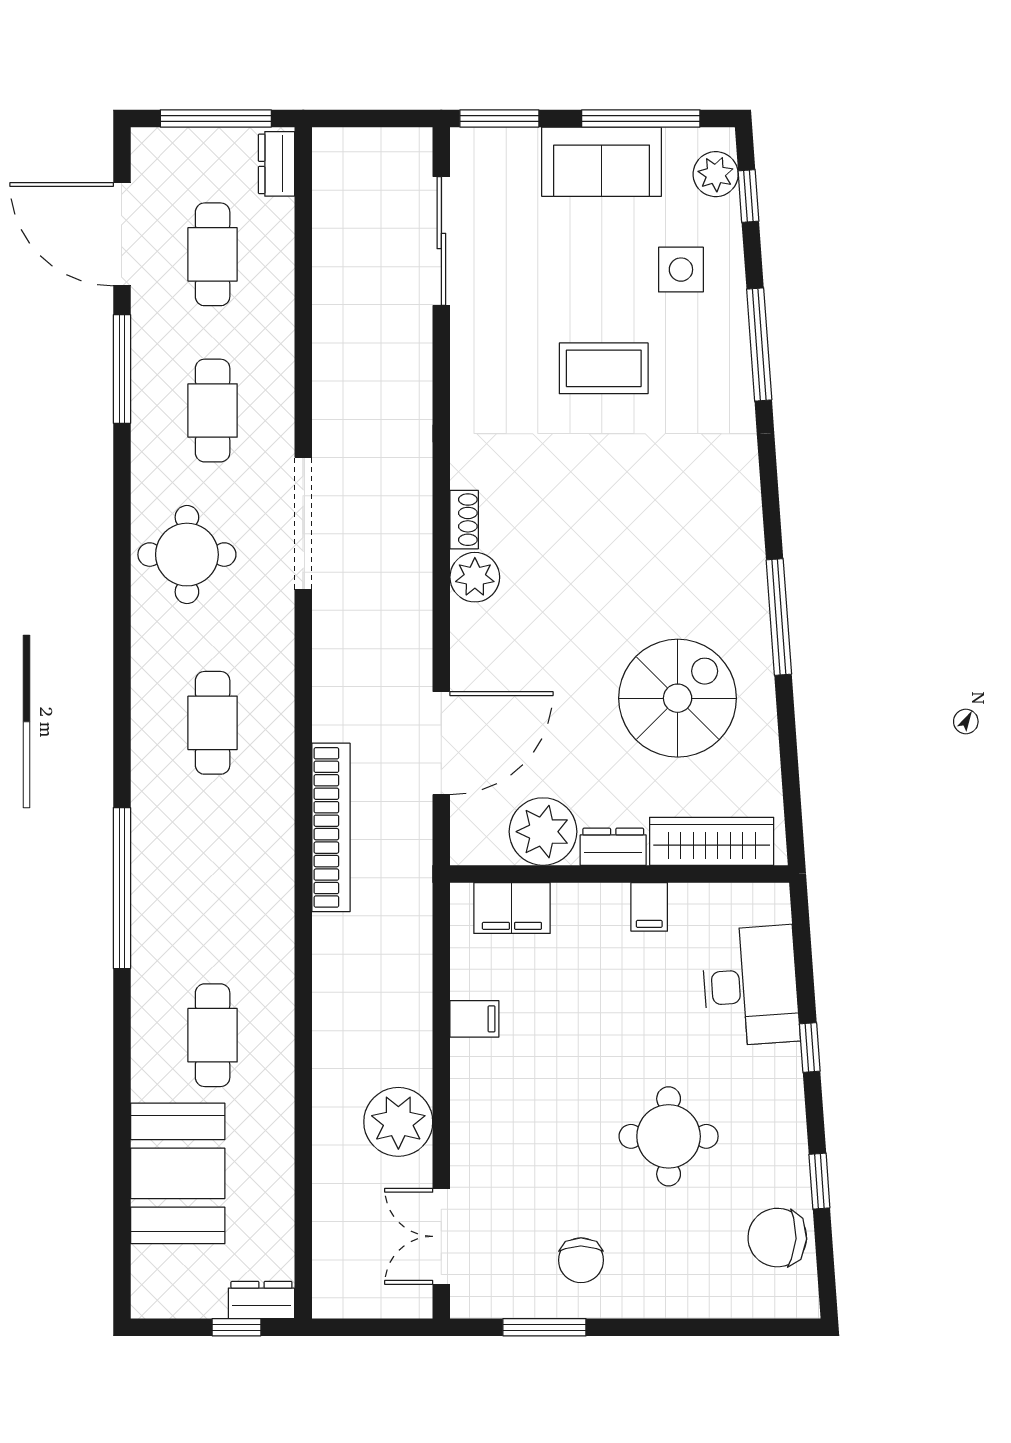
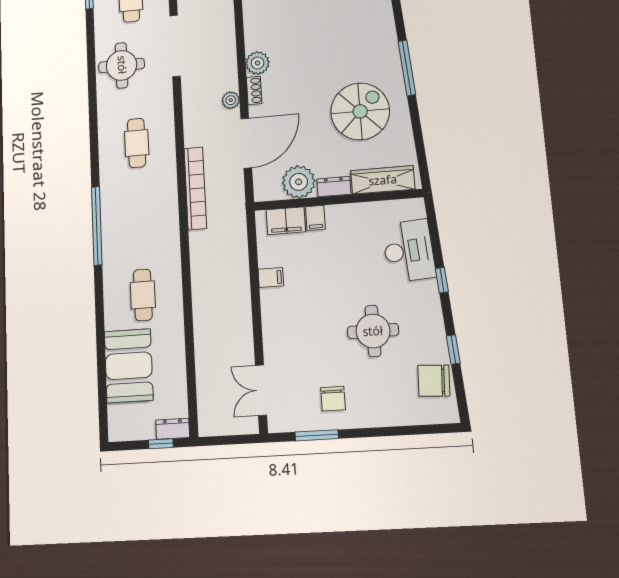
shoe rack: (464, 520) -> (254, 90), moved
filing cabinet: (649, 907) -> (315, 218), moved
plant: (398, 1122) -> (231, 100), moved, width x0.53, depth x0.53

